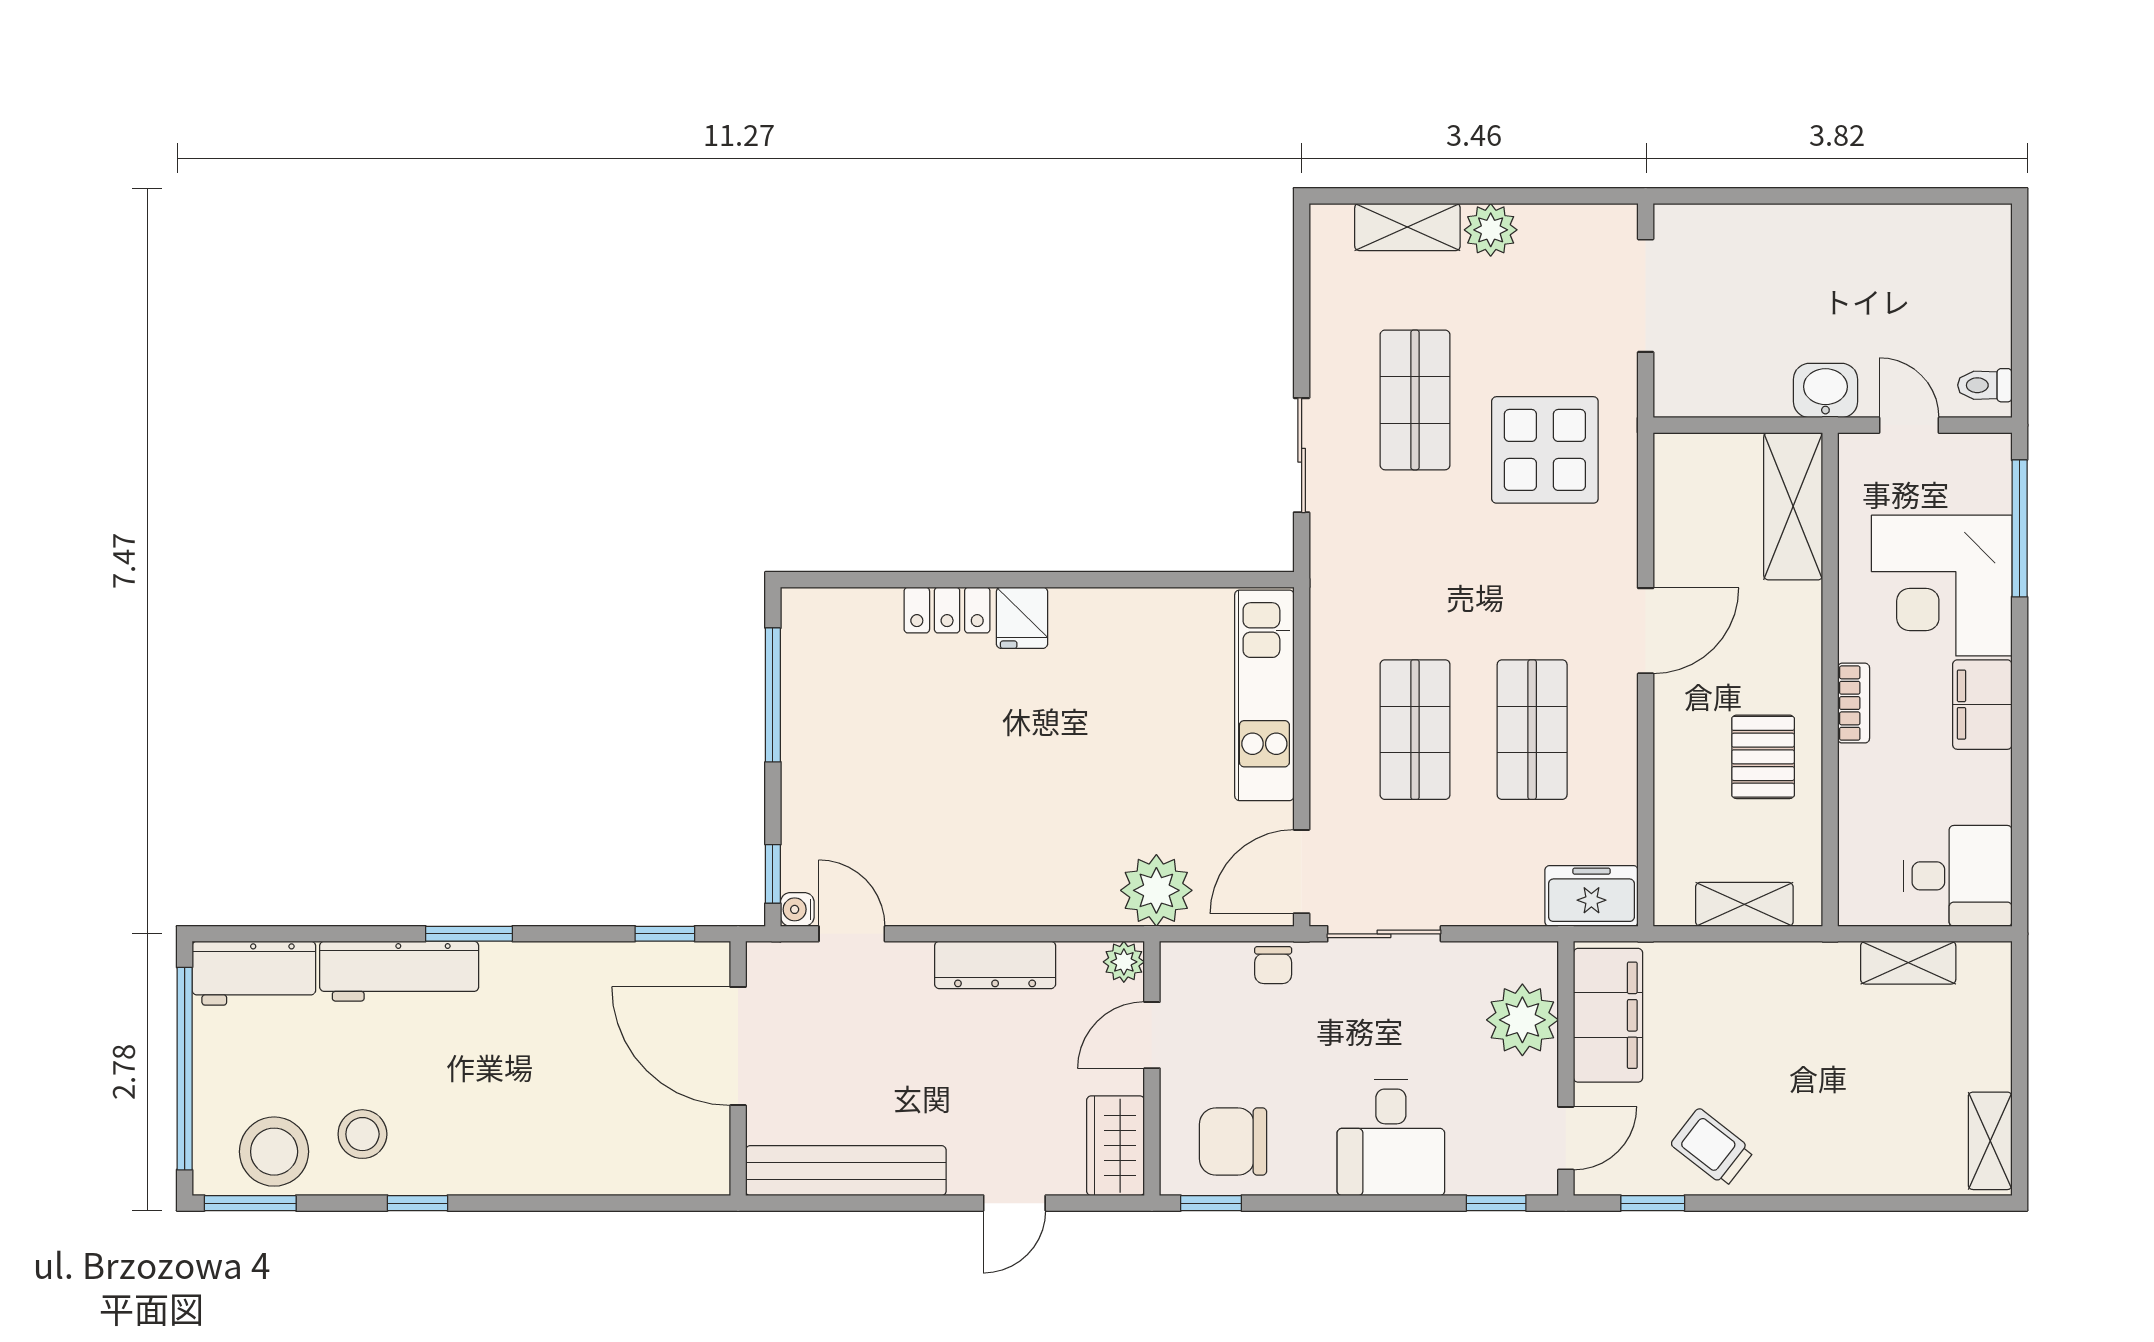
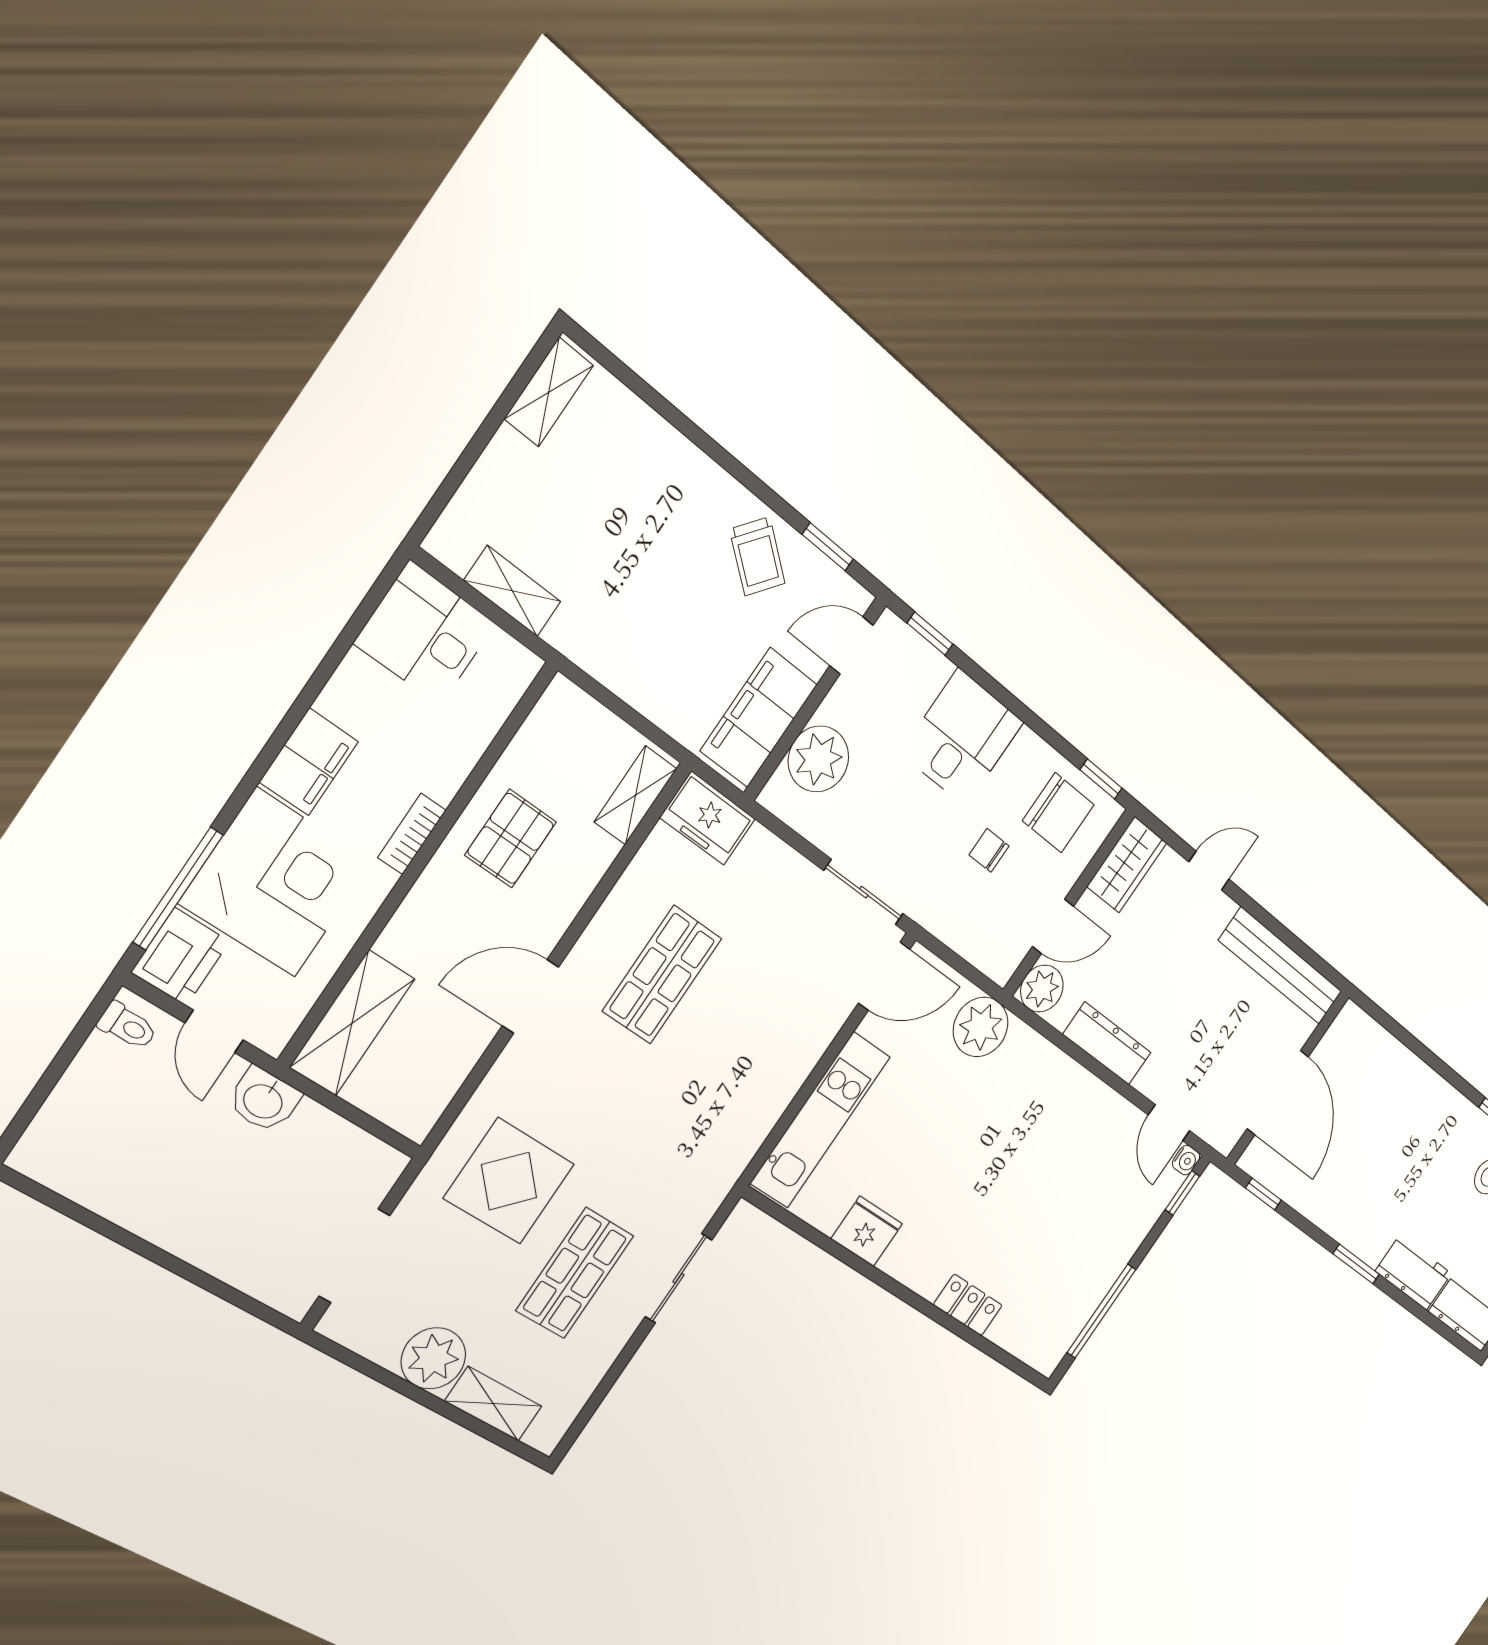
plant: (1491, 230) -> (433, 1358), width x1.36, depth x1.36
printer: (1980, 472) -> (181, 957), added
fridge: (1022, 618) -> (867, 1231), moved, width x1.38
shop shelf: (1415, 730) -> (741, 1029), removed
shelving: (1744, 904) -> (635, 795), moved, turned 90
plant: (1124, 962) -> (1042, 989), width x1.38, depth x1.38
chair: (1273, 965) -> (989, 850), moved, turned -90
workbench: (399, 971) -> (1414, 1272), width x0.73

